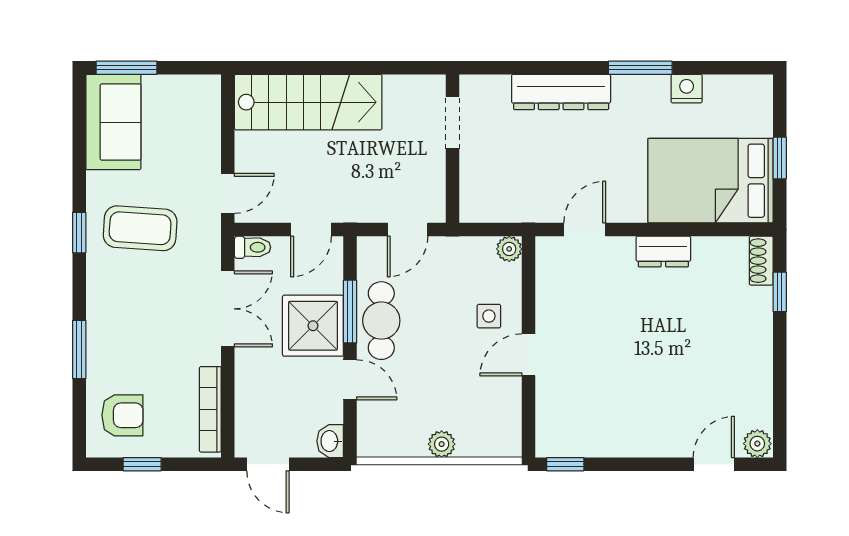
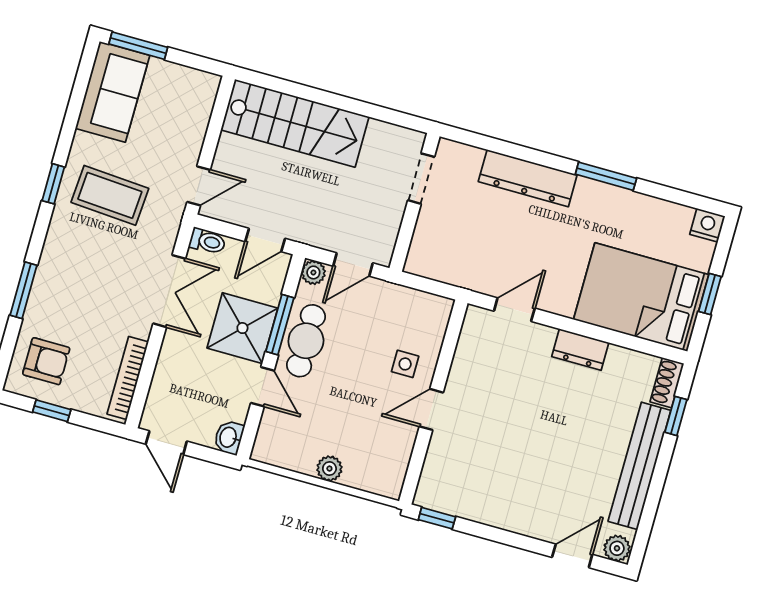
nightstand: (687, 89) -> (707, 225), moved
plant: (509, 249) -> (313, 273), moved
bench: (757, 353) -> (639, 466), added

